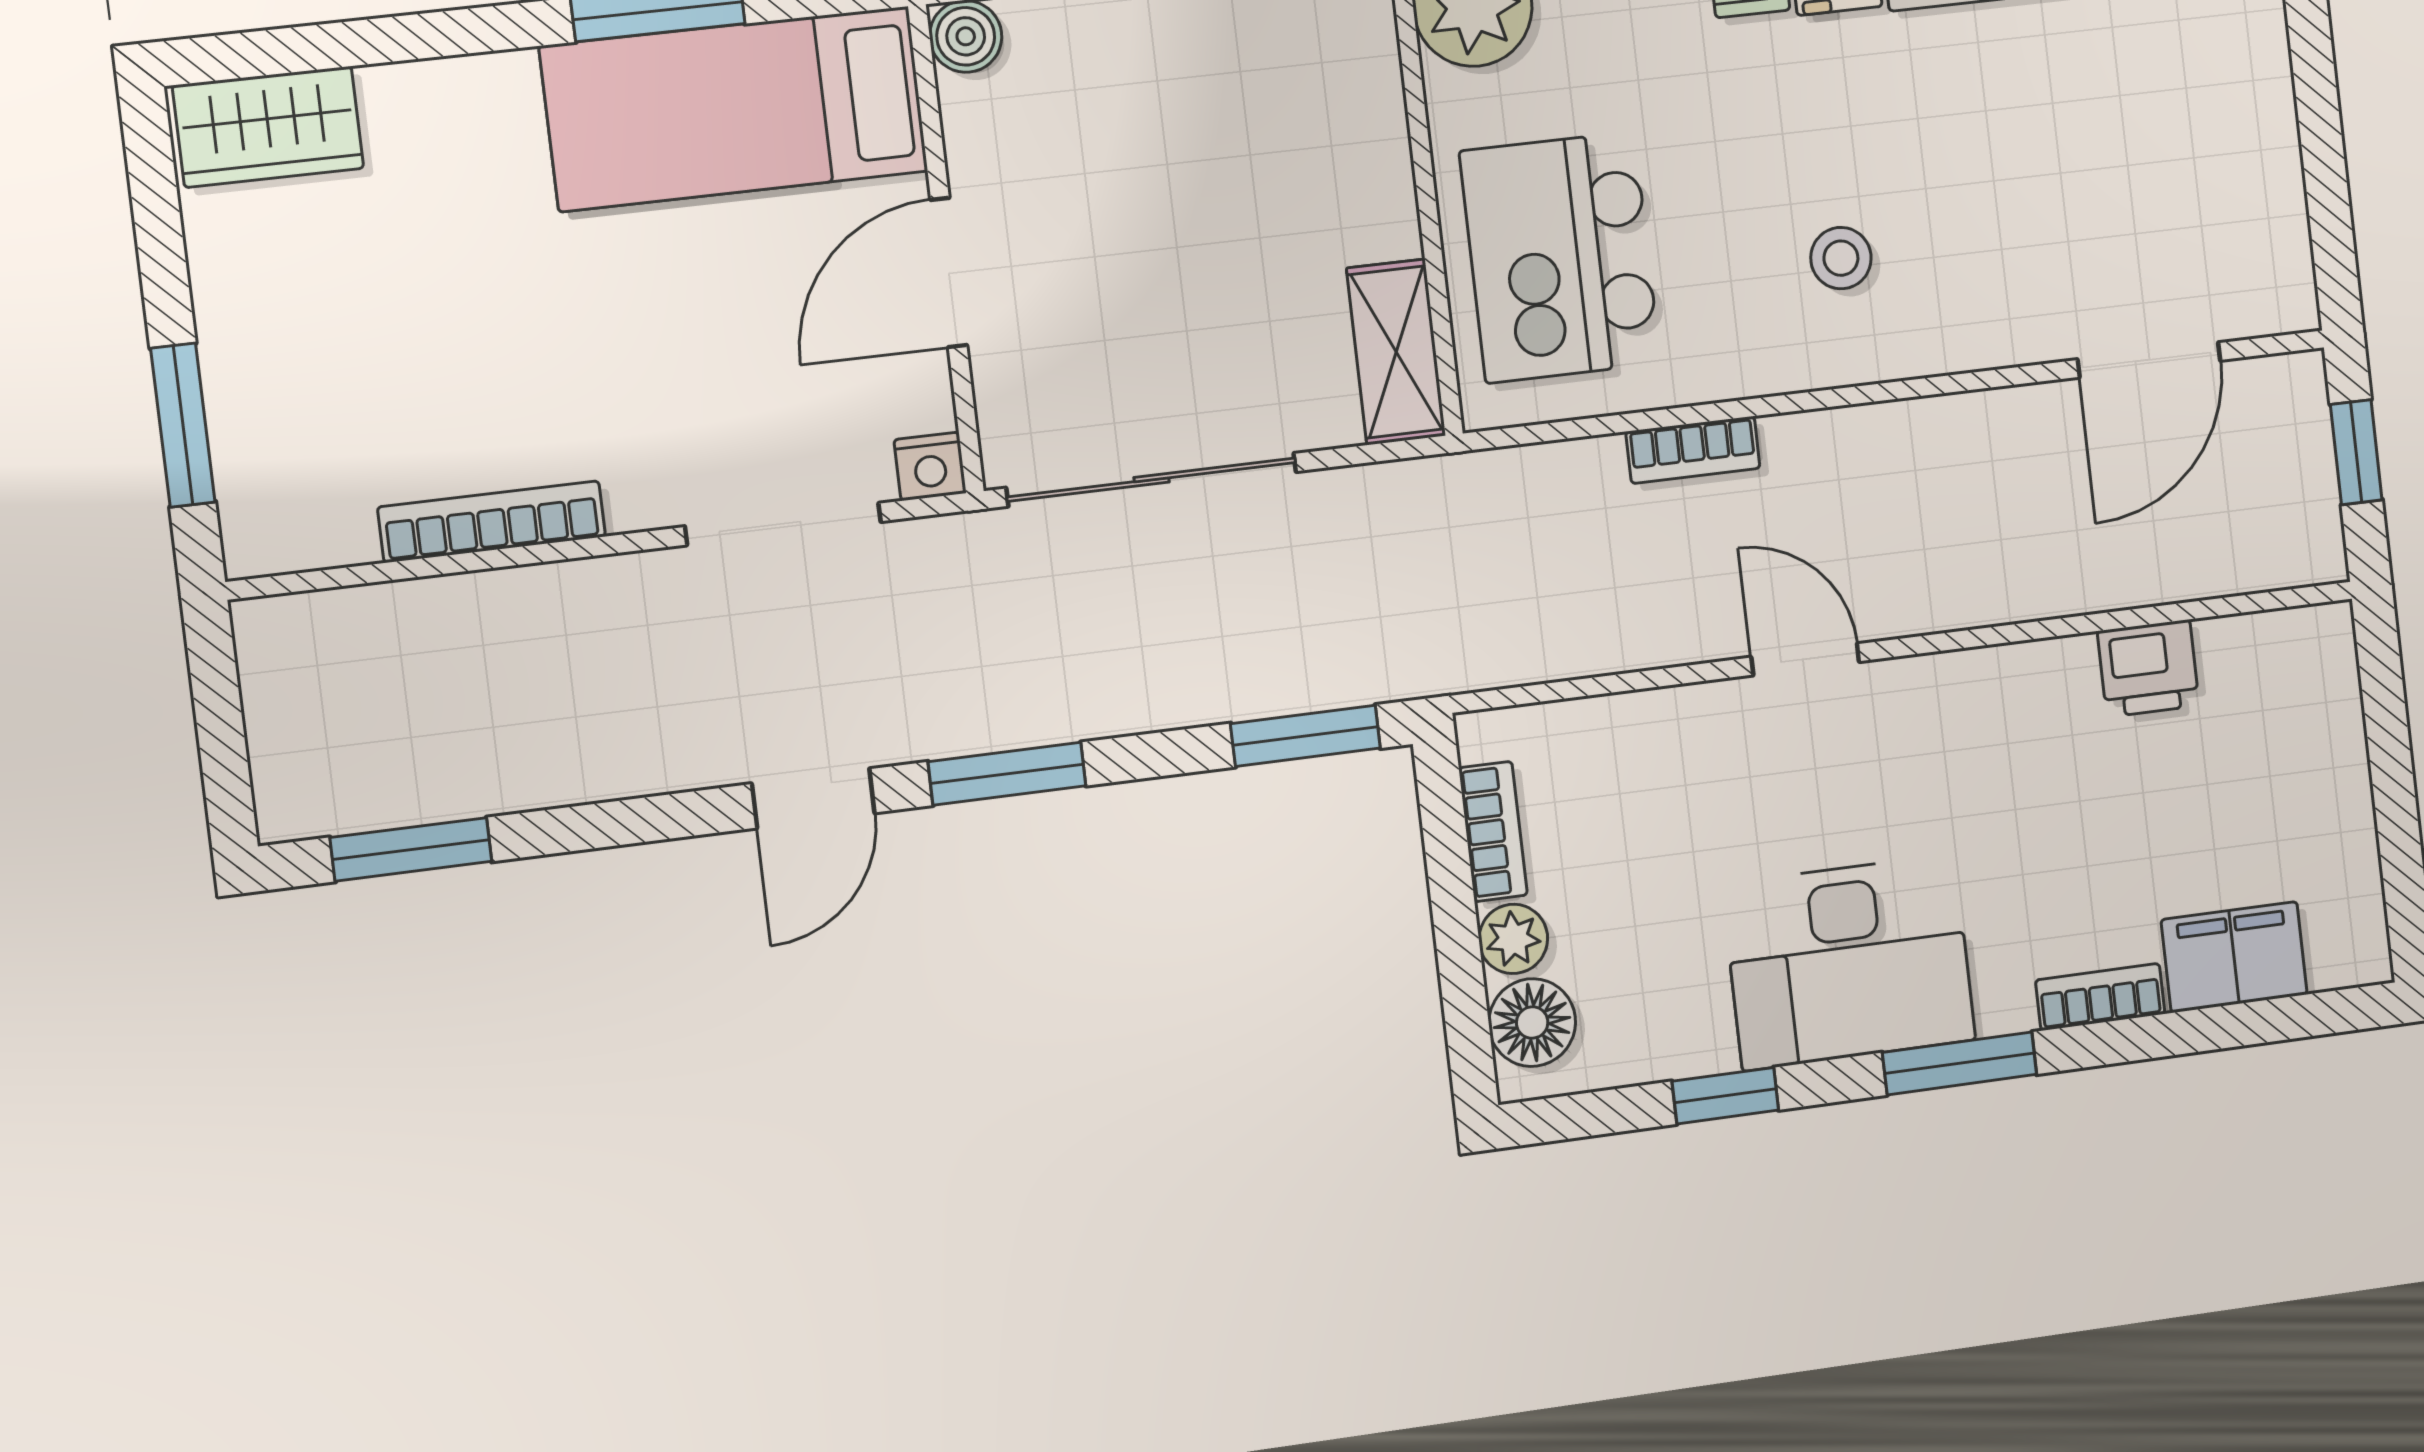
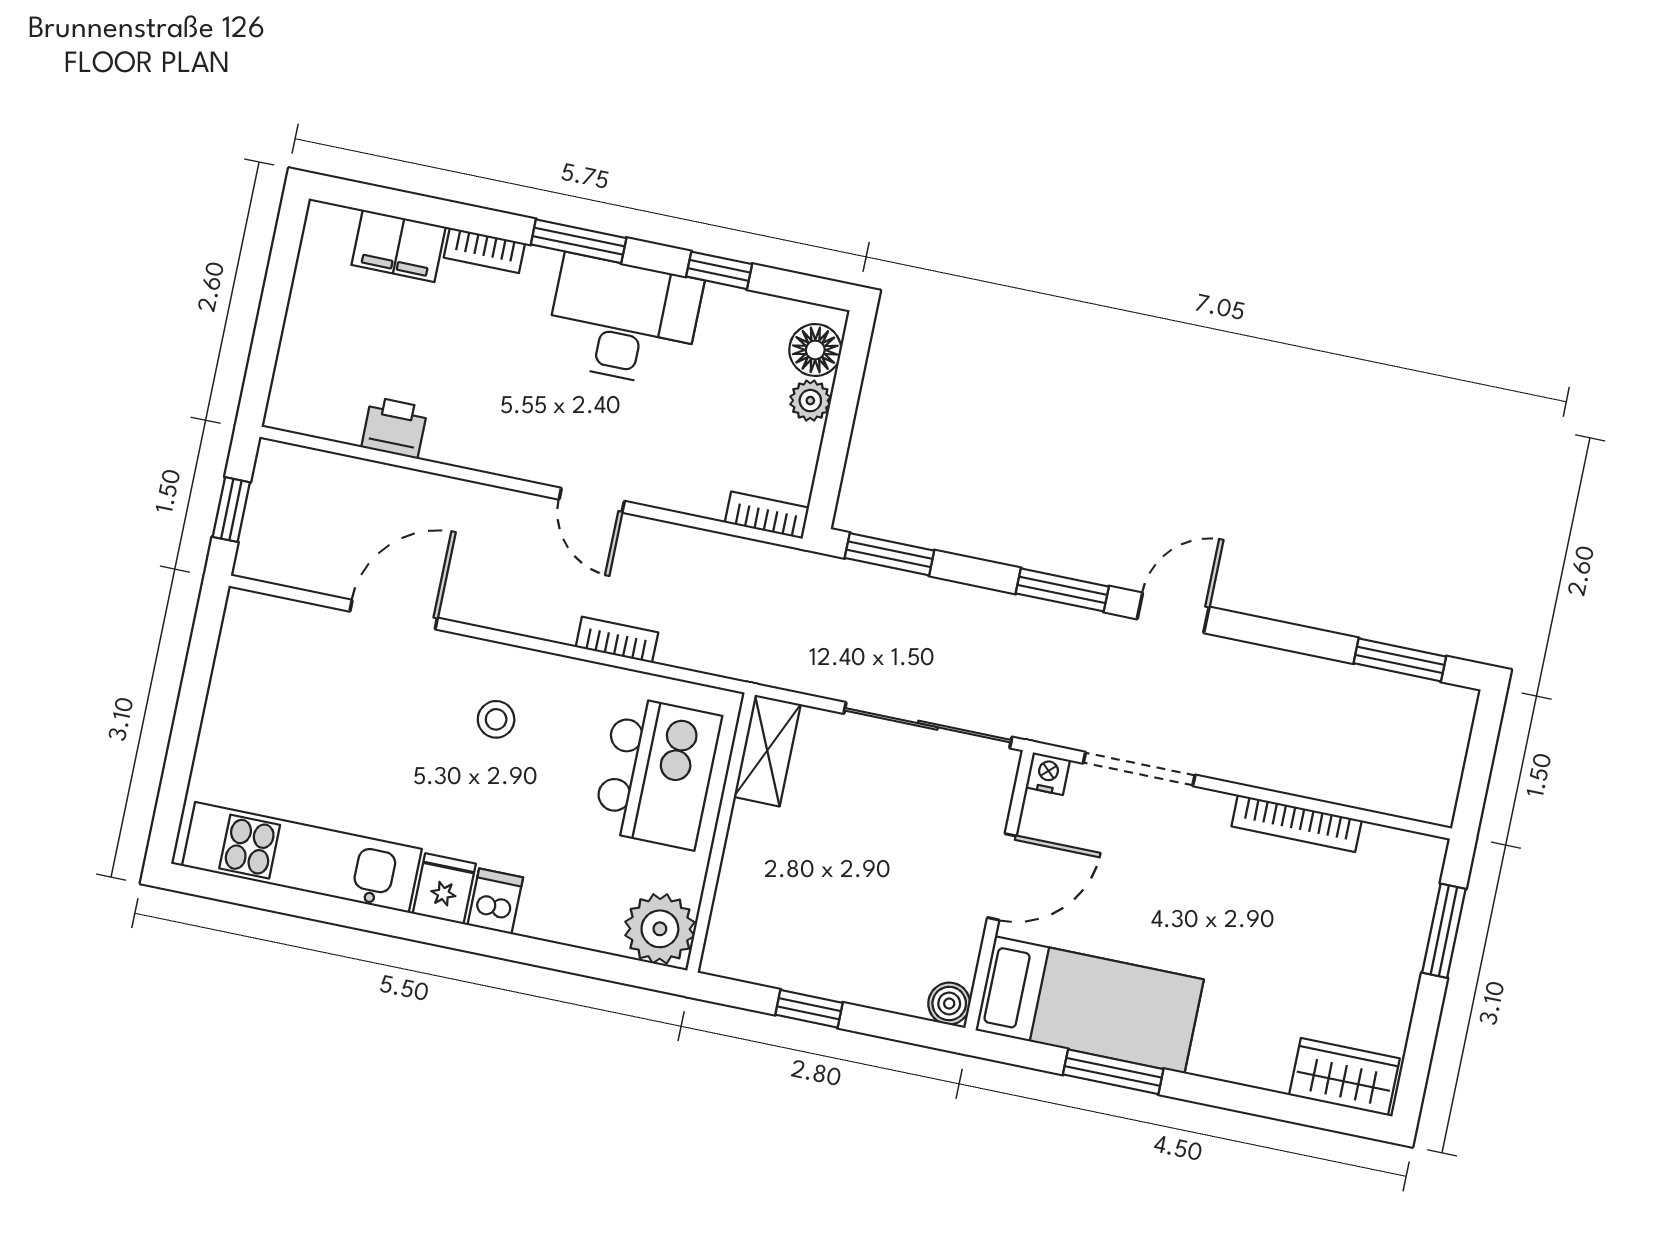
door: (2149, 360) -> (394, 615), moved
bookcase: (1493, 832) -> (767, 515), moved, turned 90

